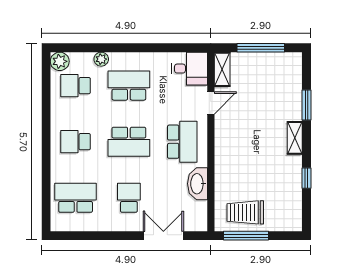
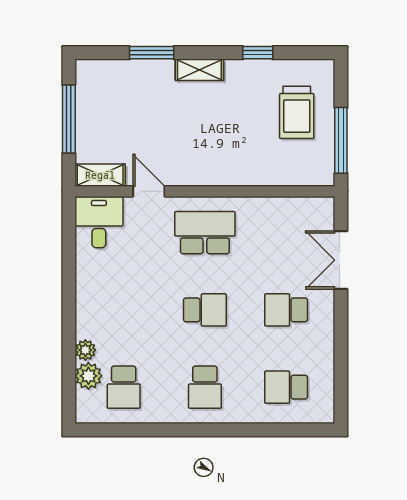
plant: (60, 61) -> (88, 376), moved
school desk: (129, 86) -> (124, 310), removed
school desk: (129, 142) -> (205, 310), width x0.54
washbasin: (198, 184) -> (266, 211), removed
school desk: (76, 198) -> (286, 387), width x0.54
trolley: (245, 212) -> (297, 112), moved

